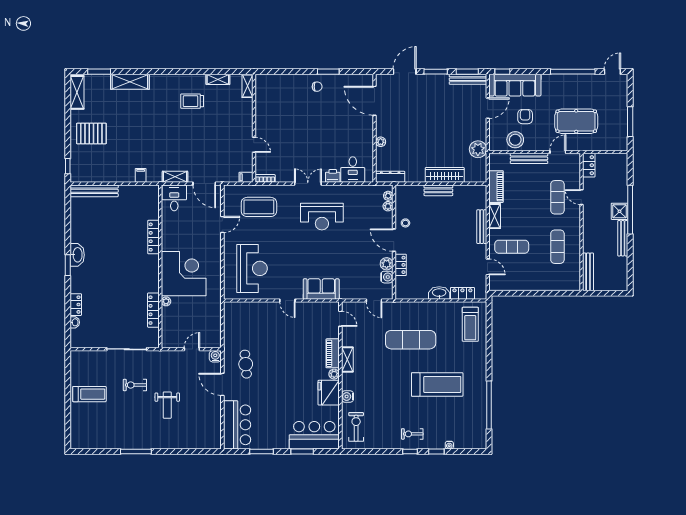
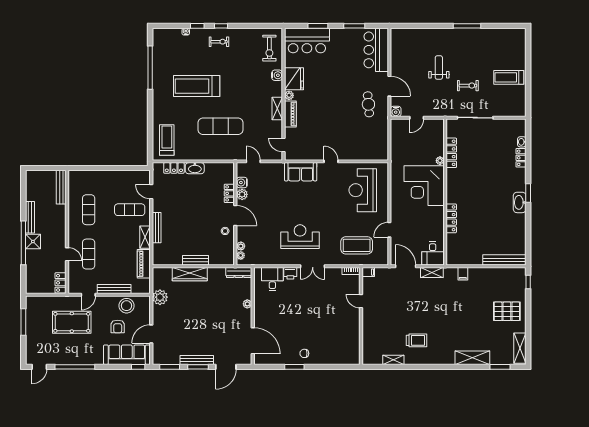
bench: (468, 79) -> (197, 360), moved
shelving: (247, 86) -> (367, 354), removed

